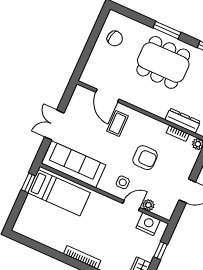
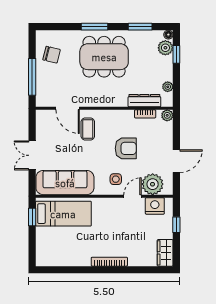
window: (87, 51) -> (32, 77), added
plant: (148, 205) -> (153, 184), width x1.88, depth x1.88

